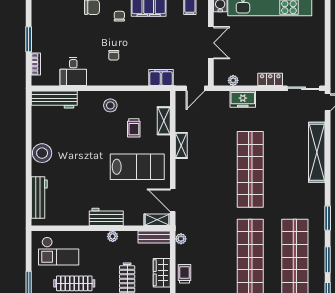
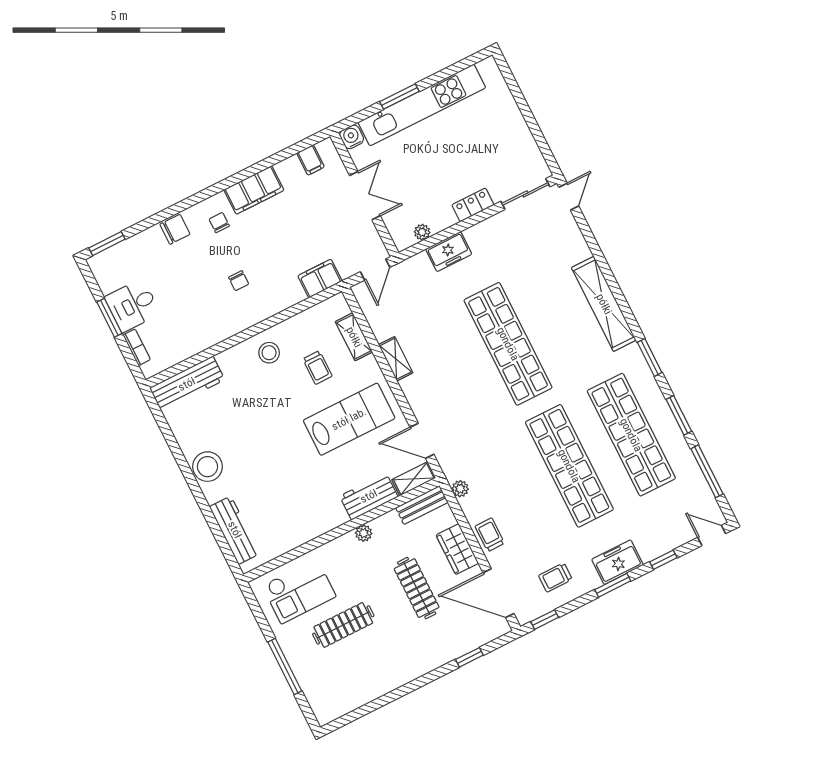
desk: (73, 71) -> (133, 305), moved, turned 90
shelving: (317, 152) -> (604, 304), moved
workbench: (106, 217) -> (369, 496), moved

